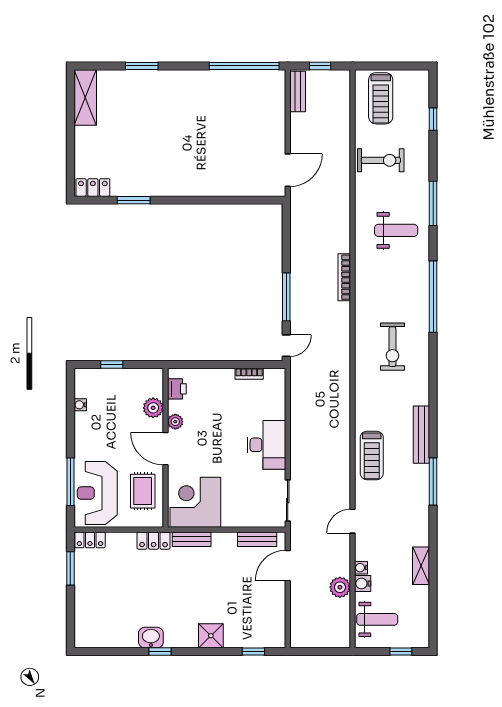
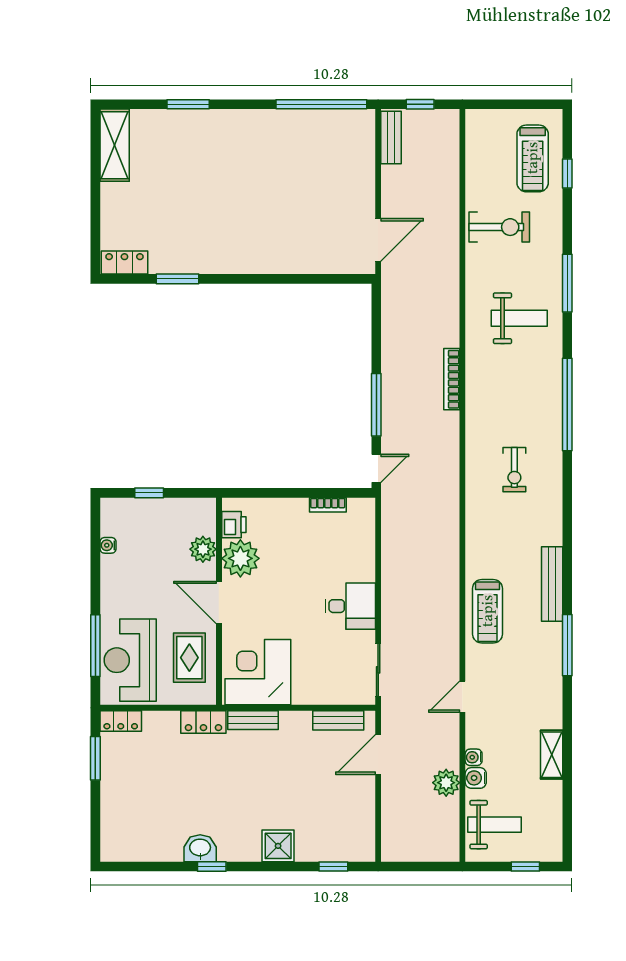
treadmill: (381, 98) -> (533, 158), moved
exercise bike: (392, 347) -> (514, 470), width x0.73, depth x0.72
plant: (175, 422) -> (240, 558), width x1.88, depth x1.88
desk: (266, 445) -> (350, 606), width x0.73

